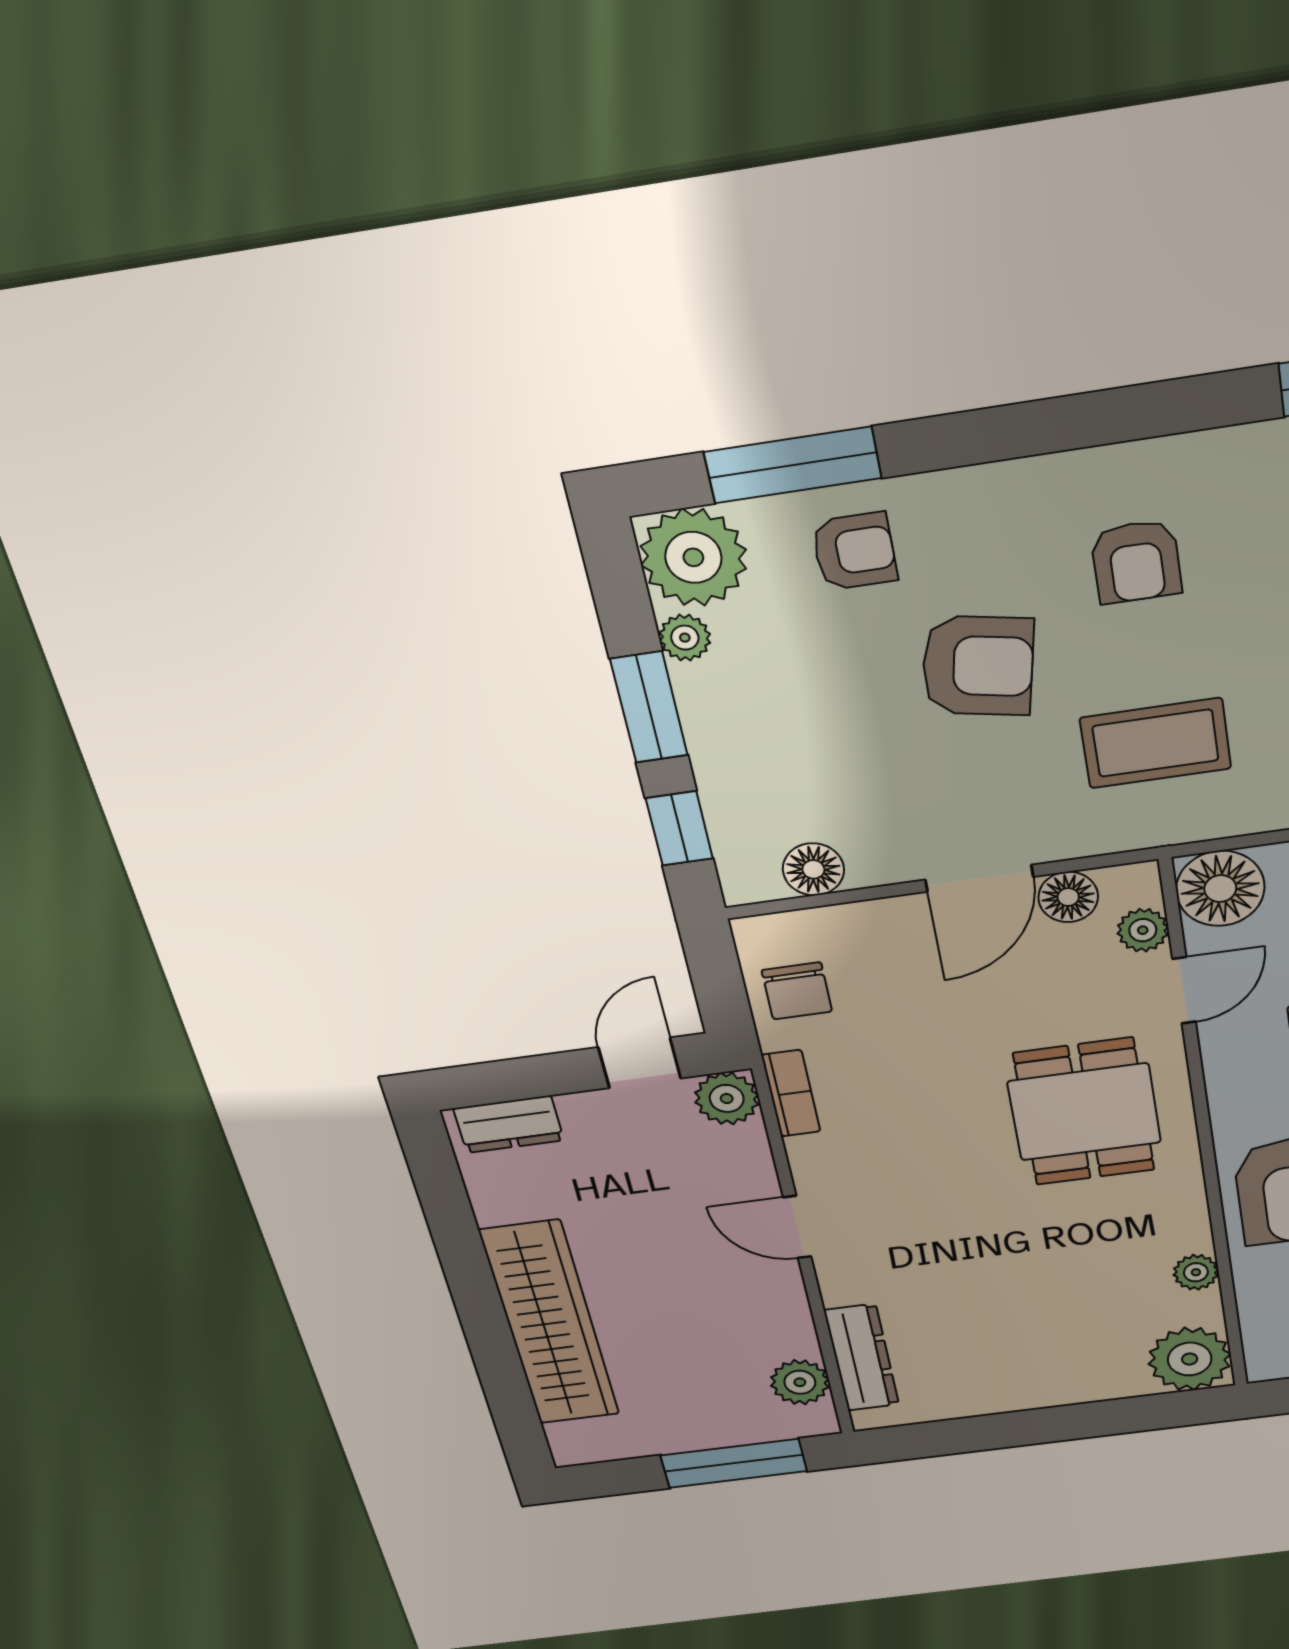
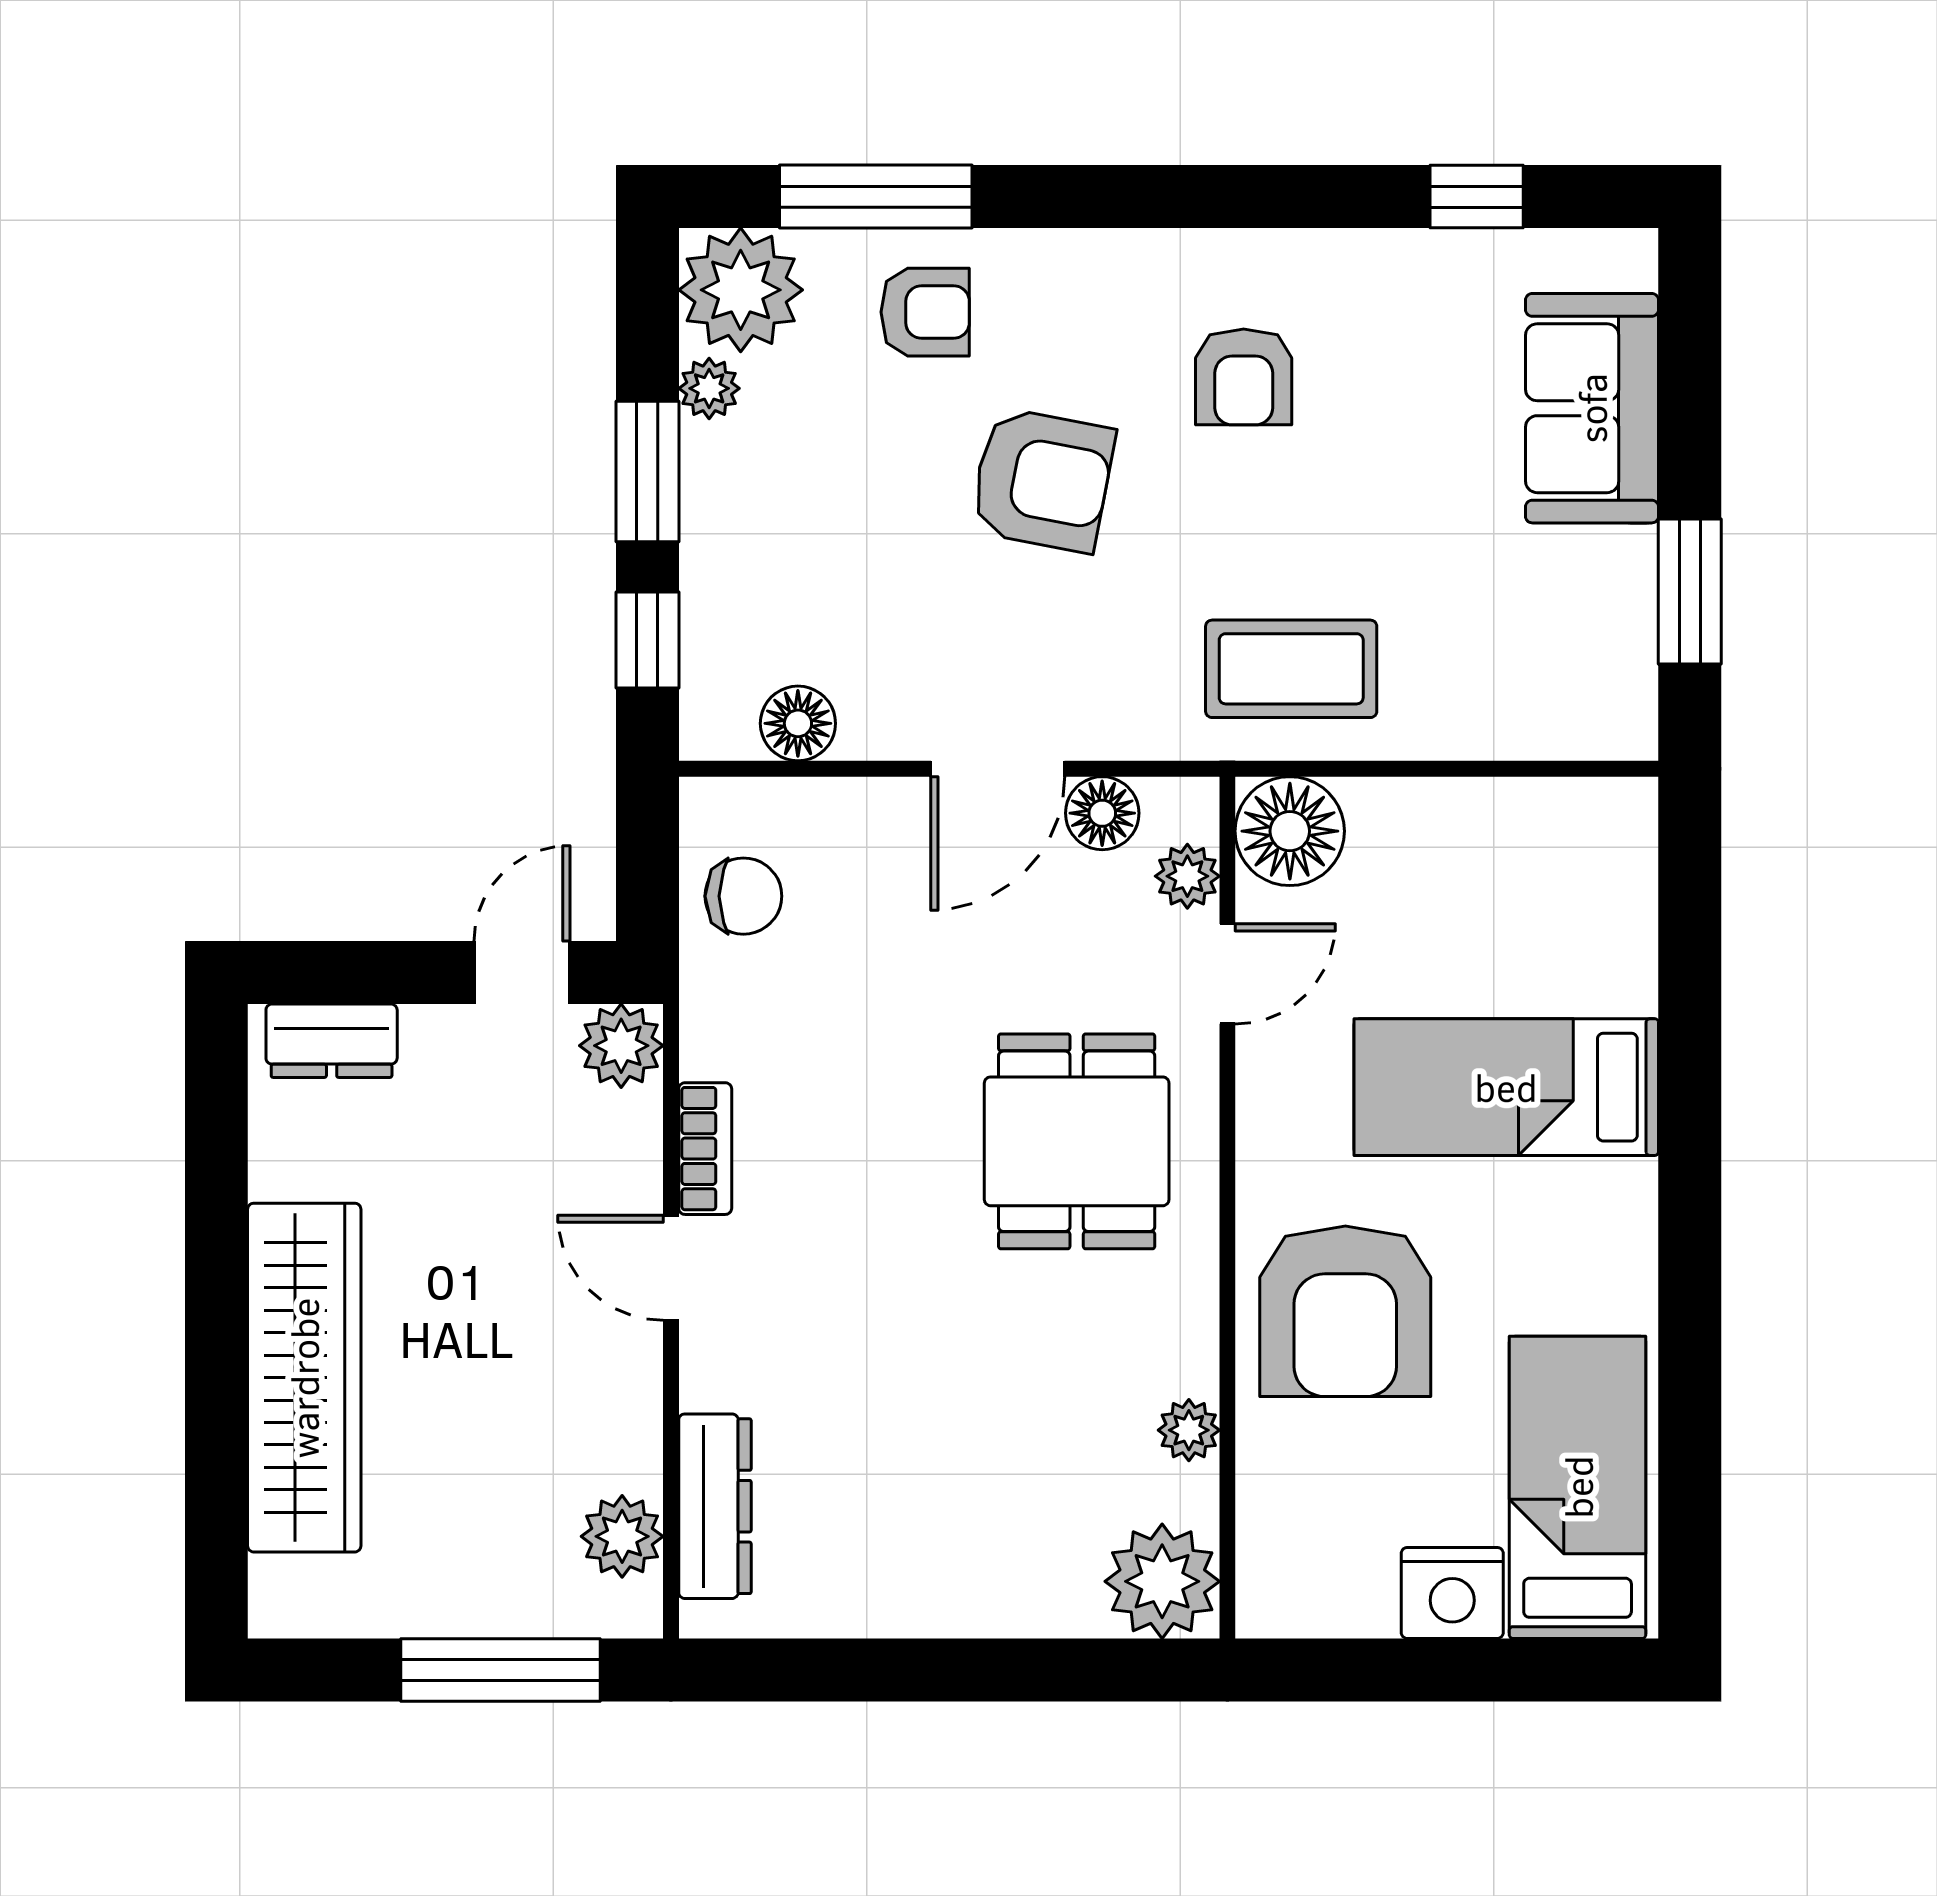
coffee table: (1156, 743) -> (1291, 669), moved
chair: (797, 991) -> (743, 896), turned -90
bookcase: (791, 1093) -> (705, 1149), moved

